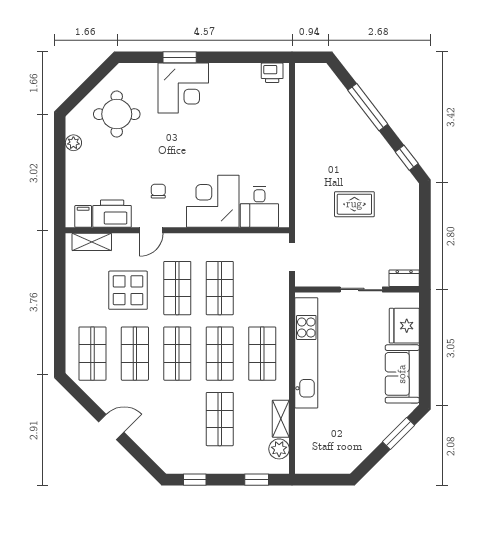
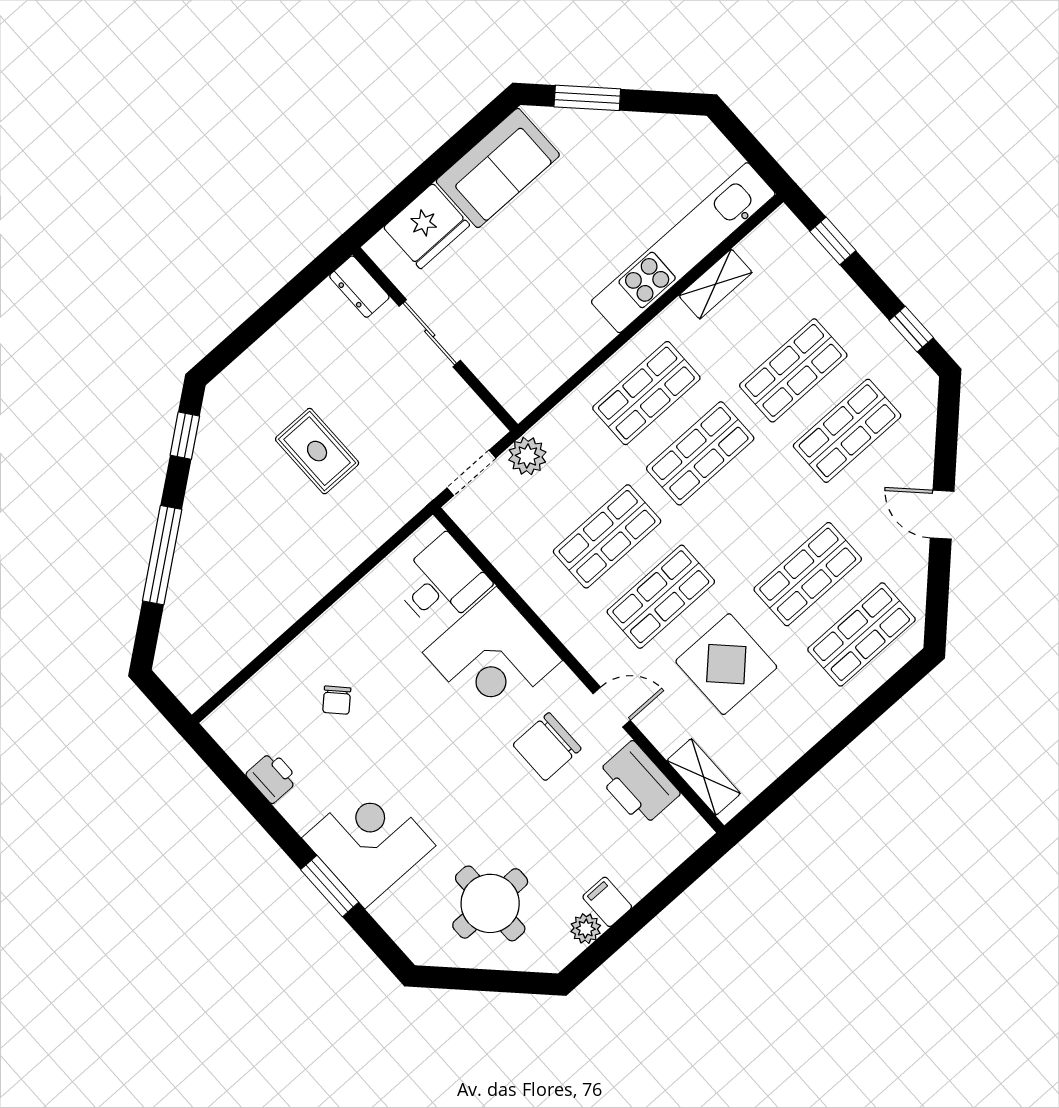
printer: (272, 73) -> (272, 777), moved
chair: (250, 125) -> (337, 700), added
chair: (158, 191) -> (547, 747), width x1.87, depth x1.87
filing cabinet: (83, 216) -> (607, 902), moved, turned 90
kitchen unit: (306, 353) -> (683, 248), moved
shop shelf: (177, 354) -> (847, 431), moved
plant: (279, 449) -> (527, 456), moved

